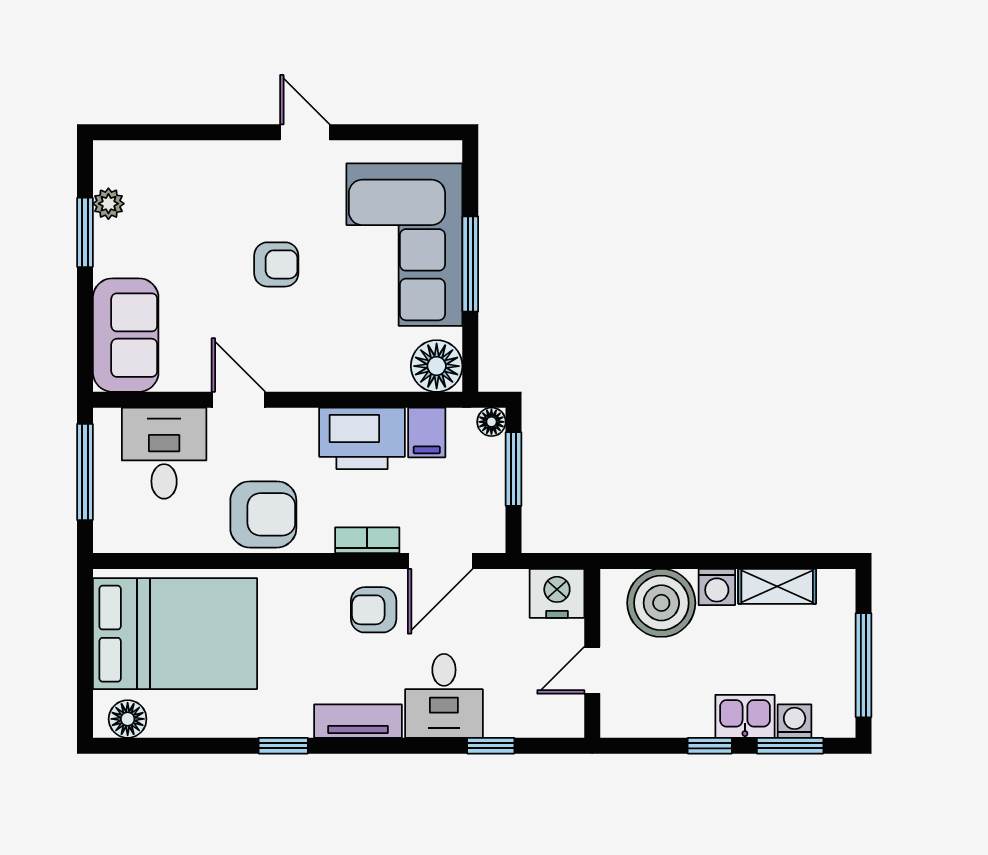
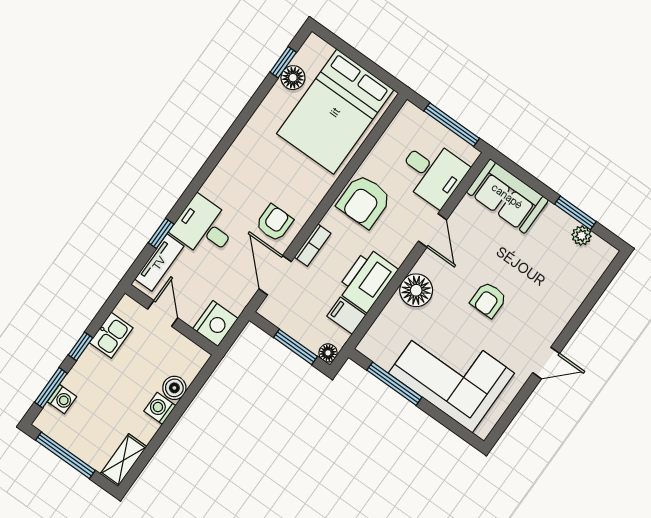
window: (470, 264) -> (394, 384), moved
floor lamp: (437, 366) -> (416, 290), moved
door: (239, 400) -> (433, 230), hinge flipped
shelving: (777, 586) -> (123, 460), moved
boiler: (661, 603) -> (174, 388), width x0.54, depth x0.54
kitchen sink: (745, 716) -> (111, 335), moved
floor lamp: (128, 719) -> (293, 78), moved
tv unit: (358, 721) -> (159, 263), moved
window: (283, 746) -> (283, 62), moved

